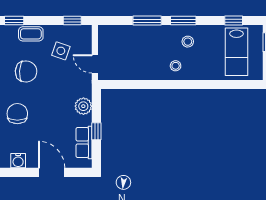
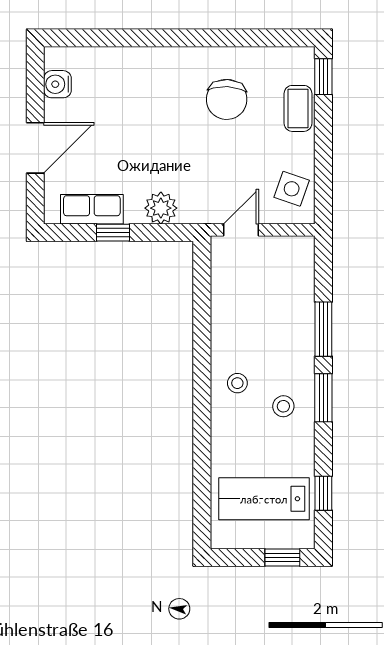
window: (72, 21) -> (323, 187), removed
side table: (61, 51) -> (292, 189), moved
chair: (17, 114) -> (147, 83), removed

